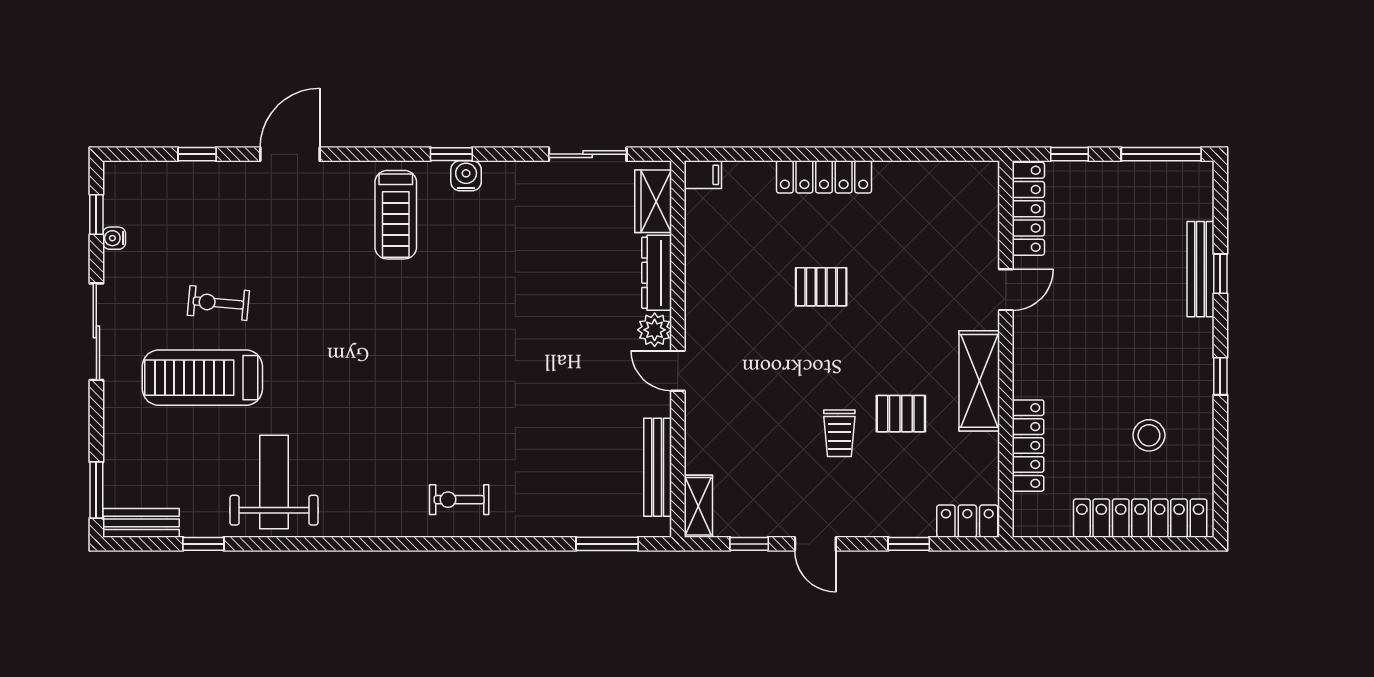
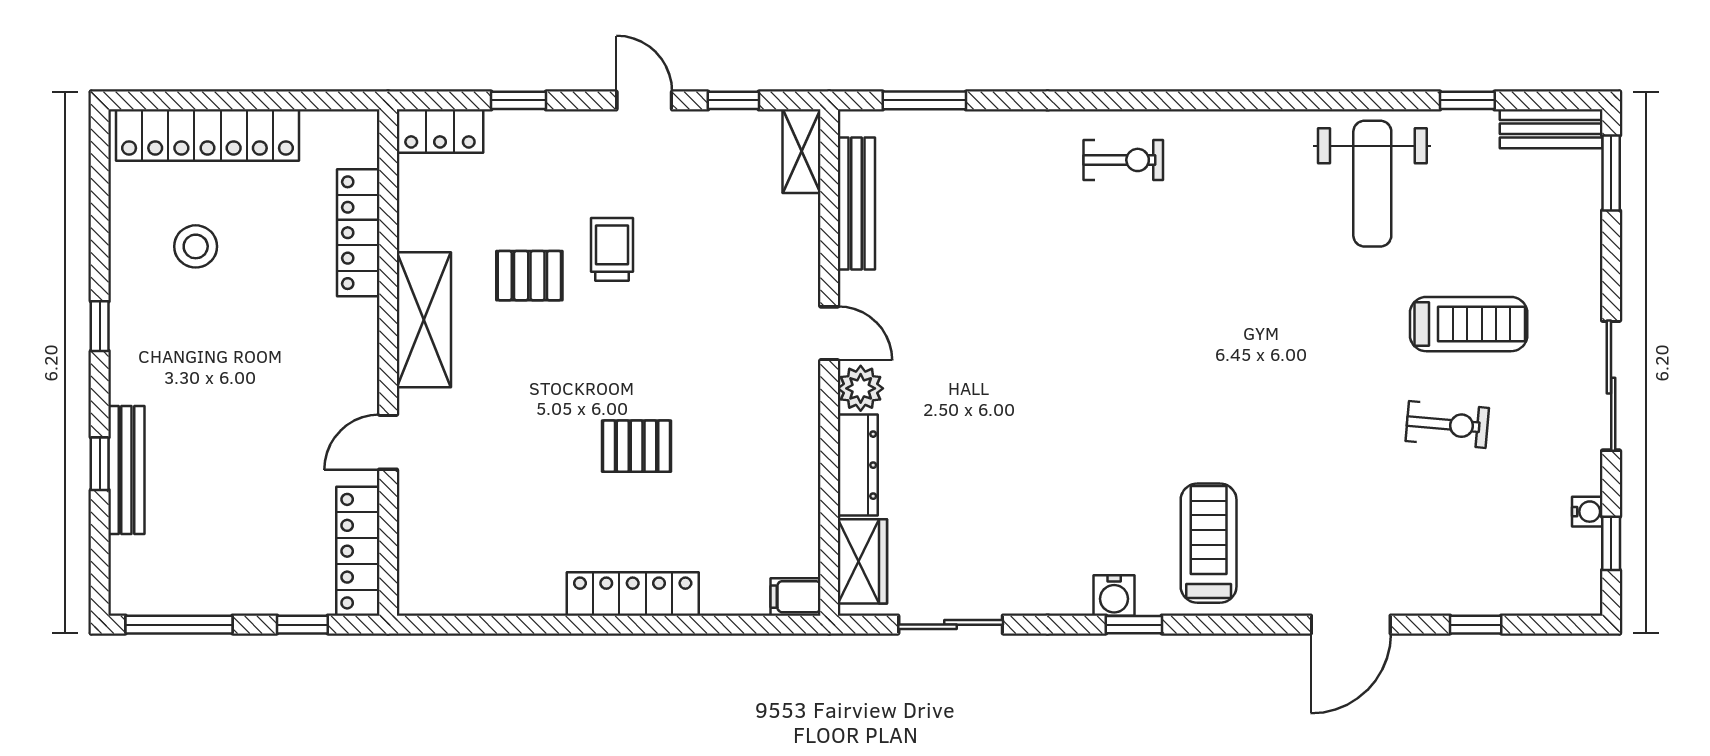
treadmill: (202, 378) -> (1469, 324), width x0.73, depth x0.73

